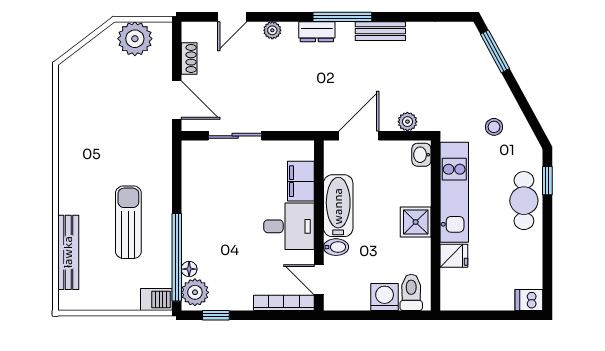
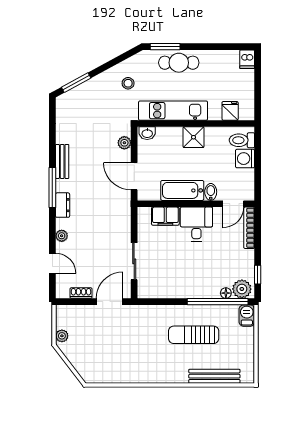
plant: (135, 39) -> (62, 336), width x0.53, depth x0.53
window: (547, 181) -> (165, 47), width x1.50
fridge: (454, 256) -> (230, 111), moved

